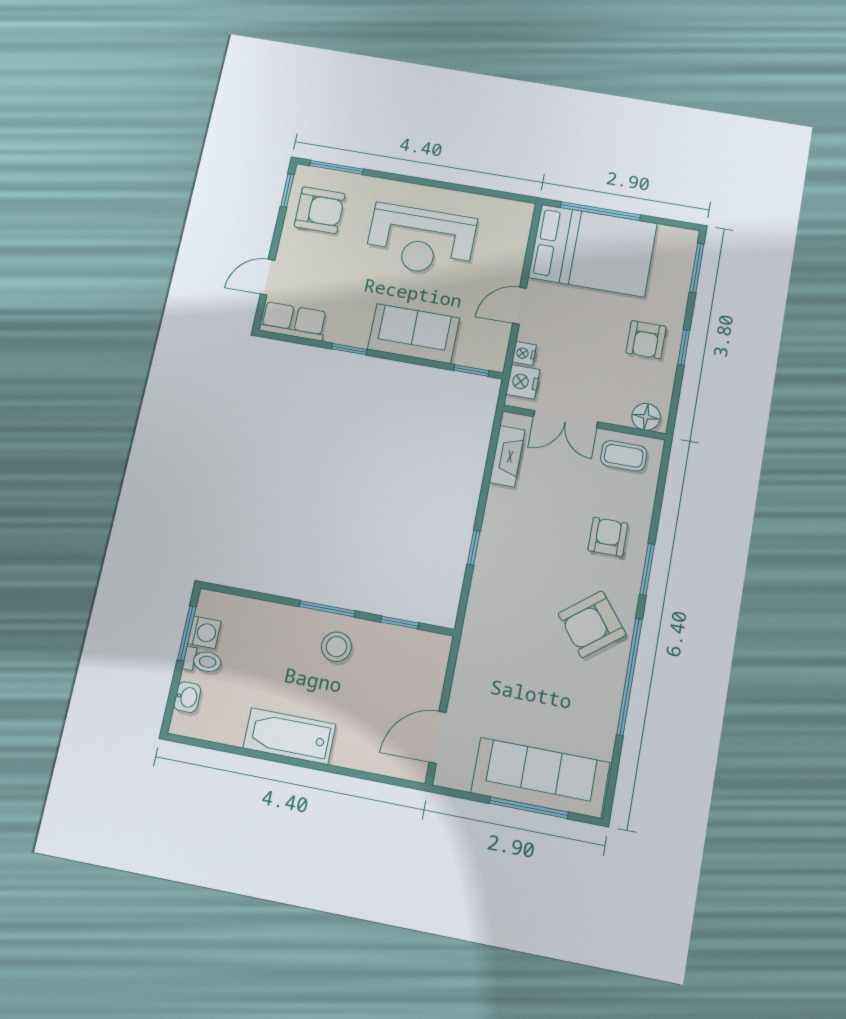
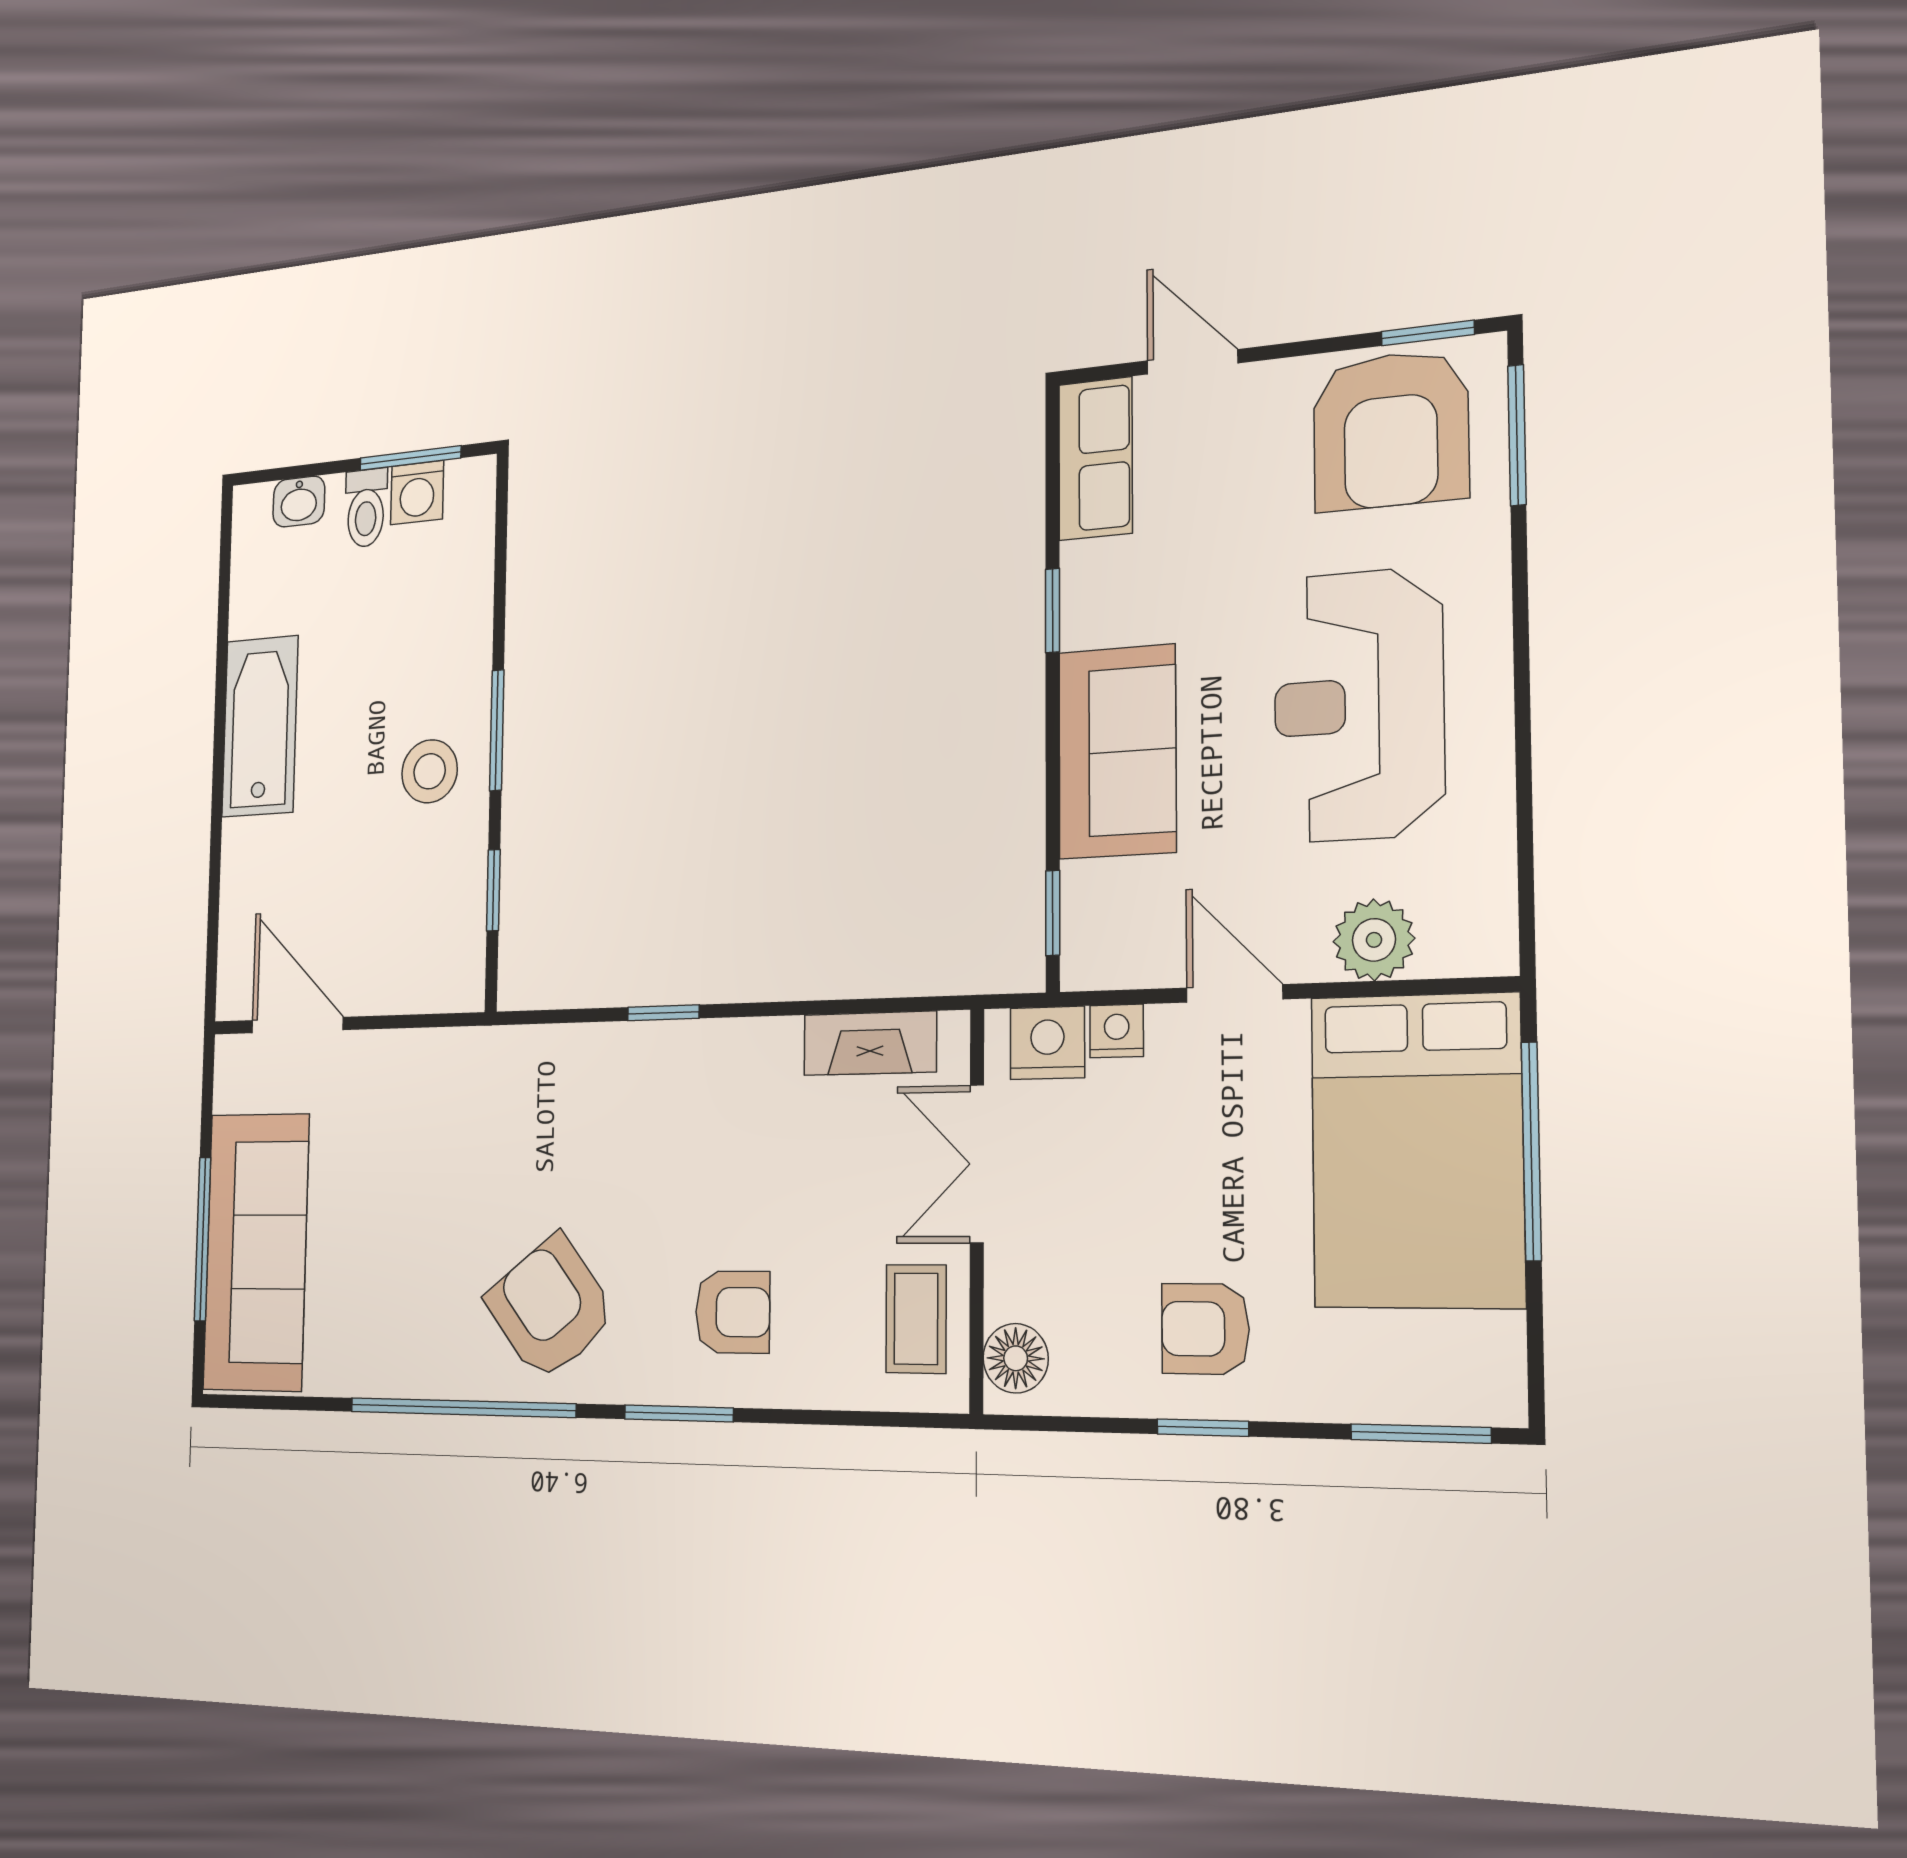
armchair: (320, 210) -> (1391, 430), width x1.36, depth x1.36
plant: (511, 251) -> (1374, 940), added

